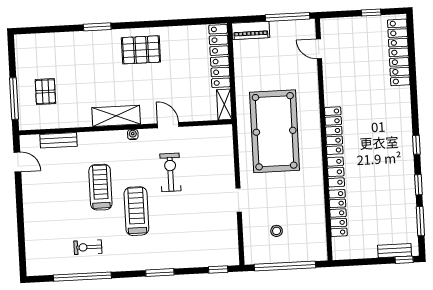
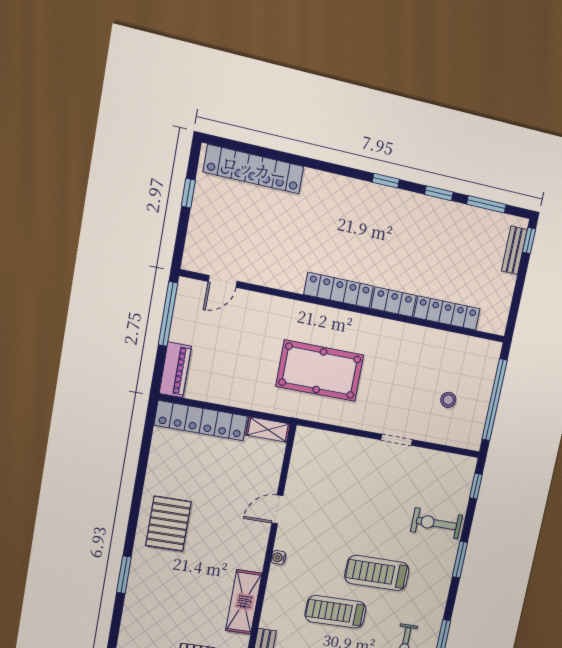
shelving: (116, 116) -> (244, 602), moved
pool table: (275, 131) -> (320, 371), width x0.73, depth x0.76
exercise bike: (170, 172) -> (437, 523), moved

